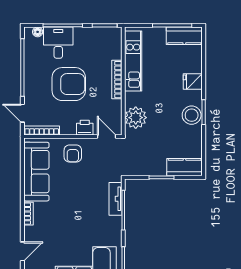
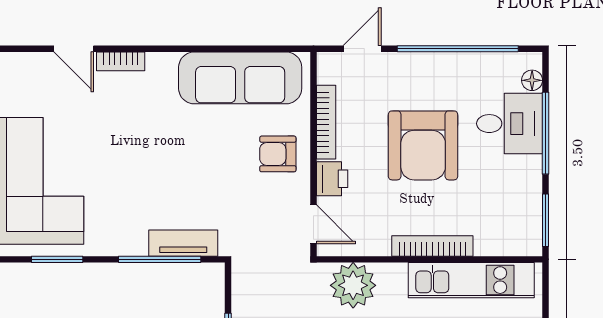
bookcase: (42, 130) -> (326, 122), moved
door: (107, 136) -> (313, 224), hinge flipped
bookcase: (29, 214) -> (121, 61), moved

